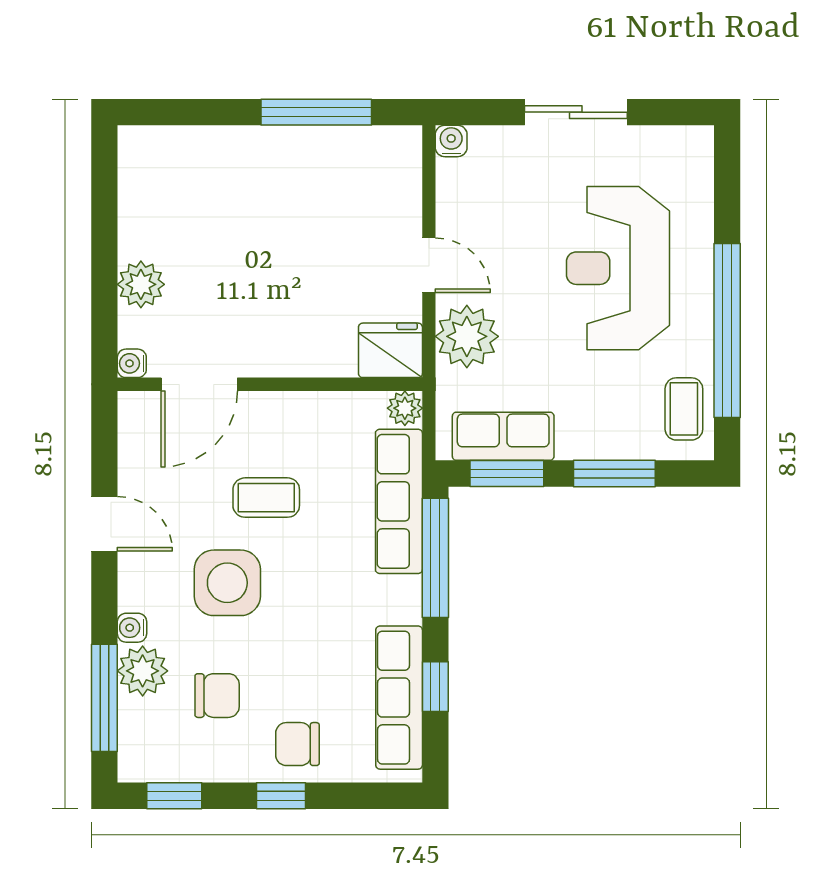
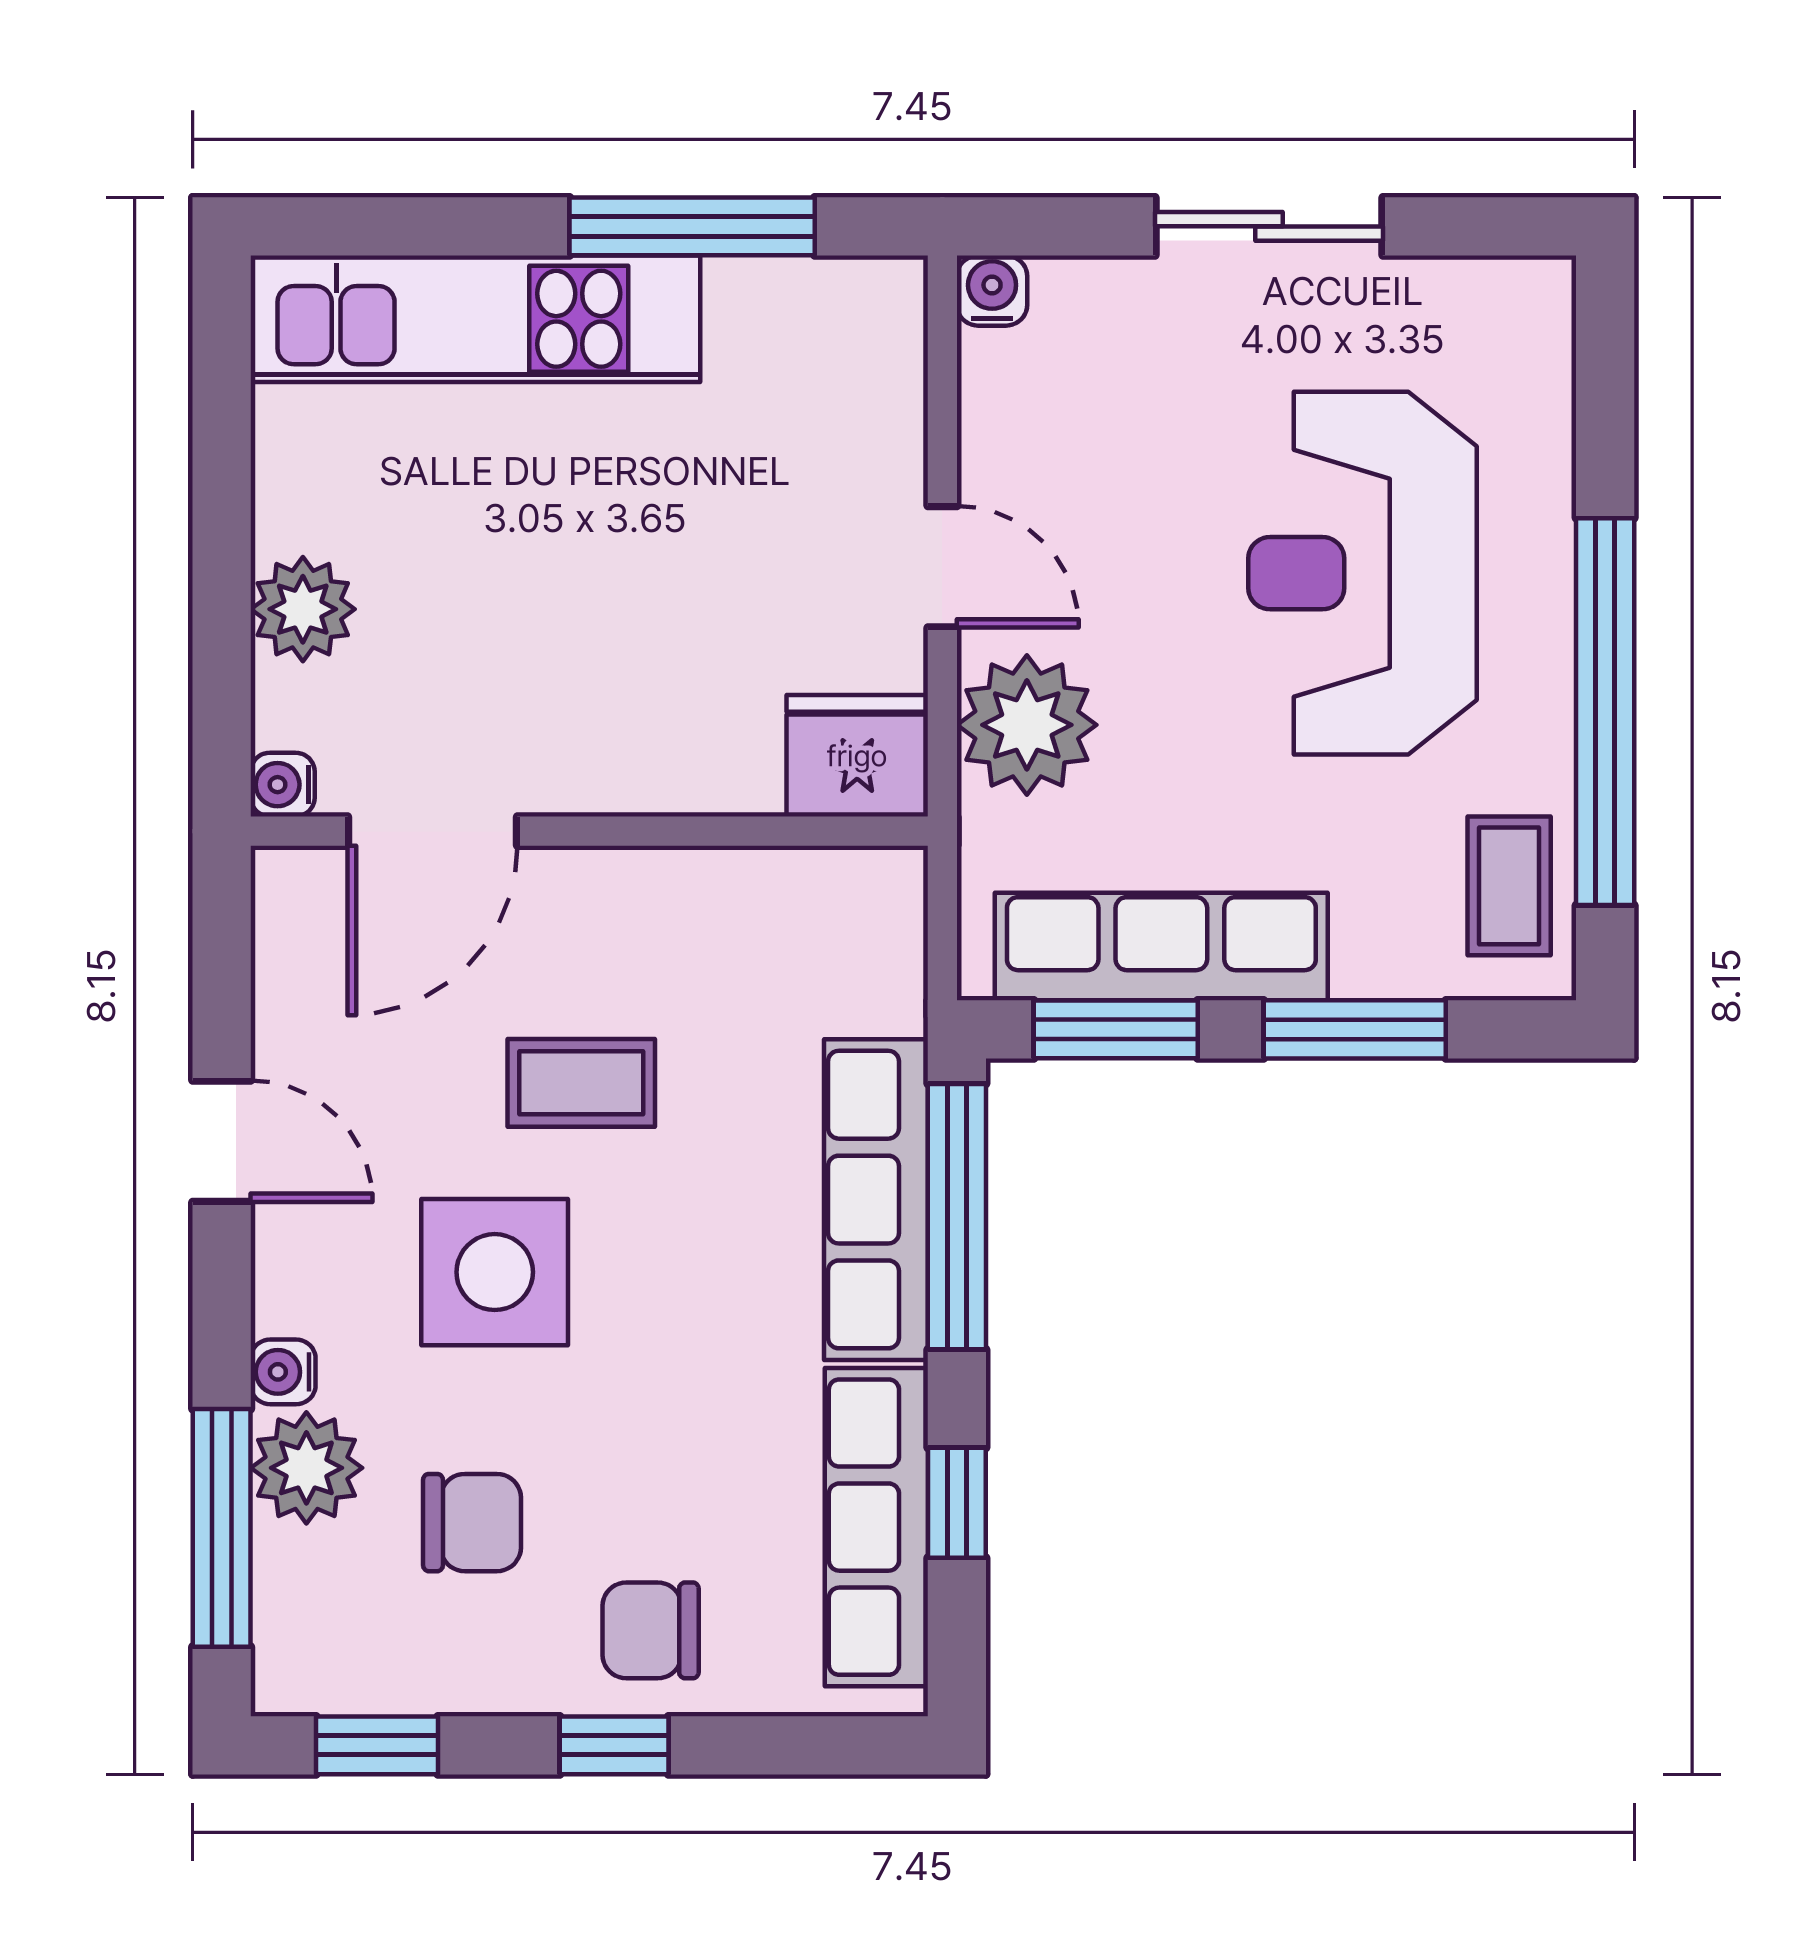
kitchen unit: (219, 154) -> (475, 319), added
plant: (405, 408) -> (889, 884), removed
row of seats: (503, 436) -> (1161, 947), width x1.48
row of seats: (399, 501) -> (876, 1200), moved

